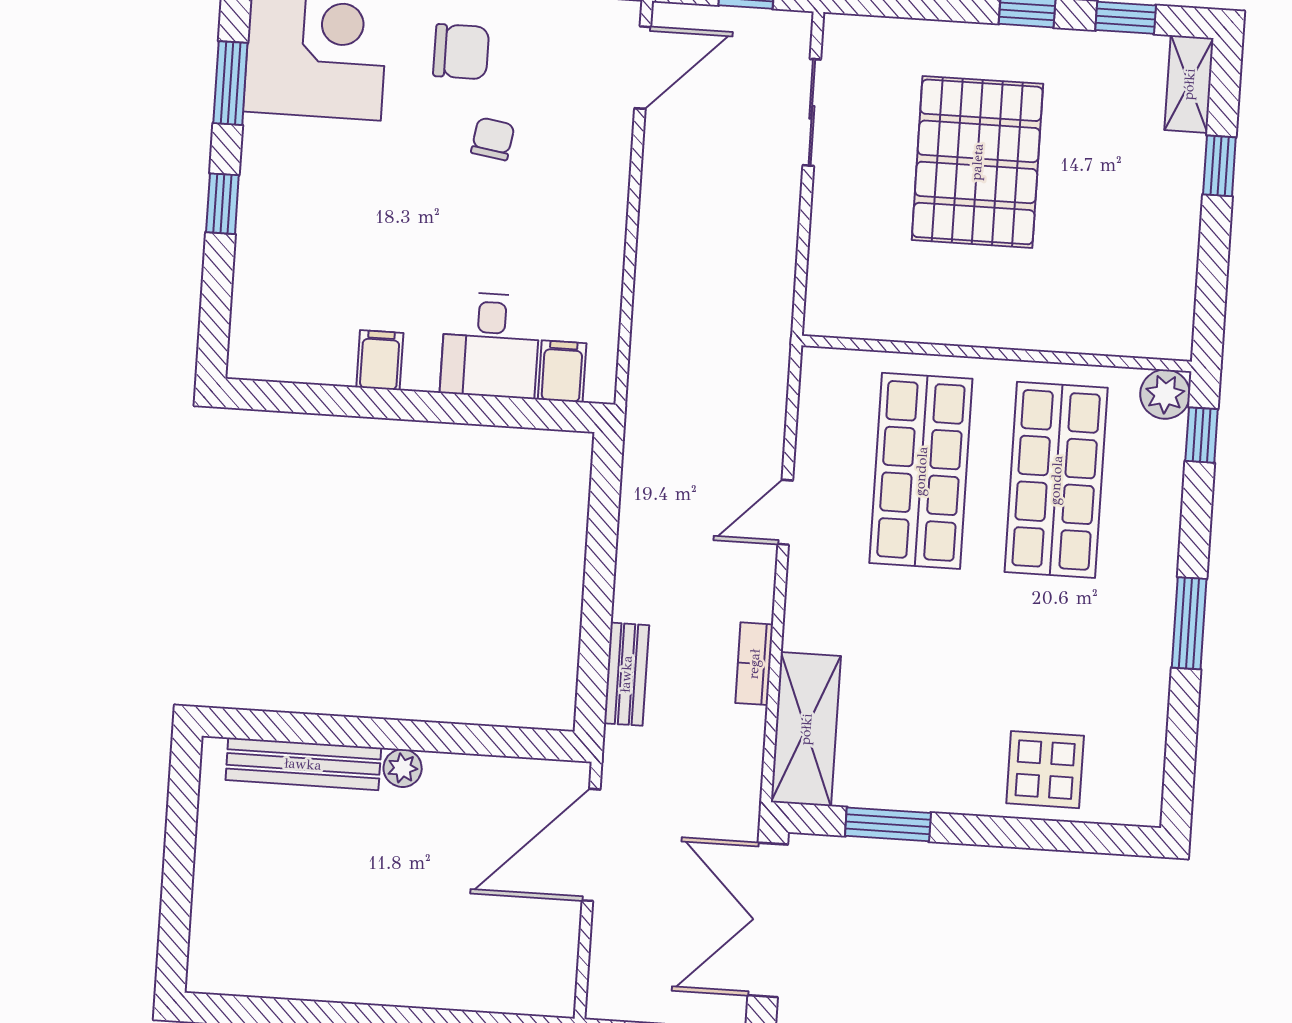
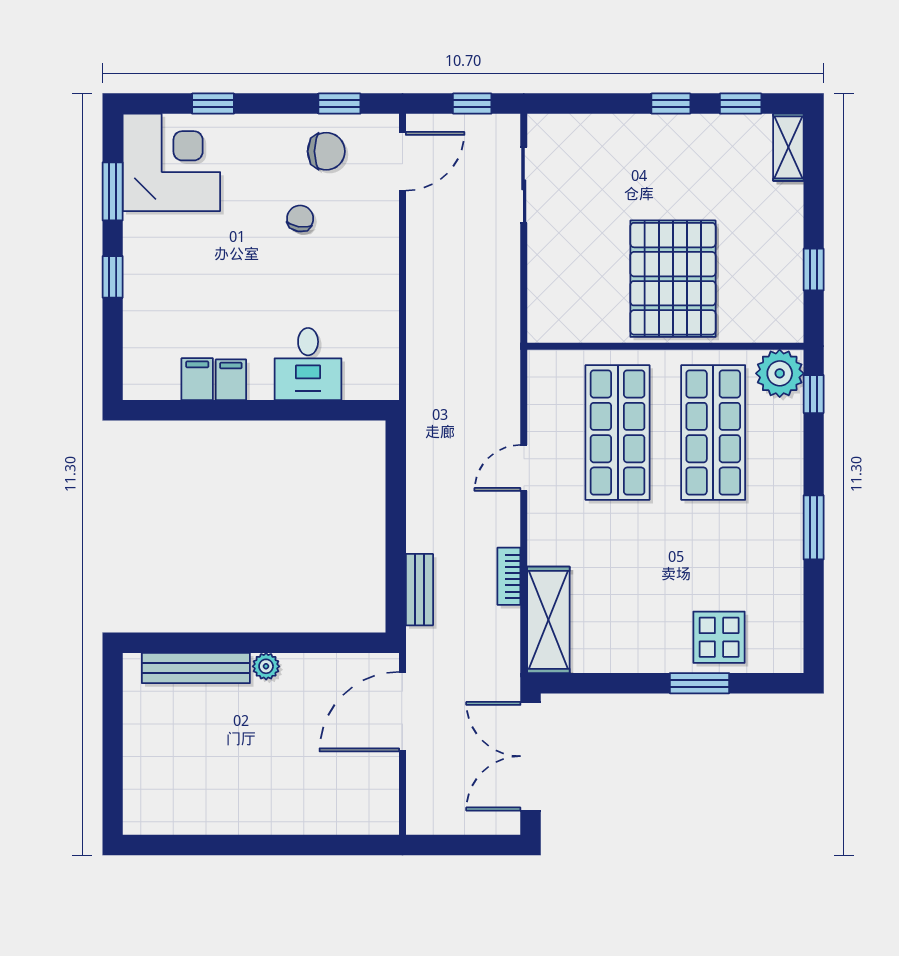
chair: (461, 52) -> (326, 151), moved
pallet: (977, 162) -> (673, 279), moved
window: (1219, 166) -> (814, 270), moved
filing cabinet: (562, 371) -> (197, 379), moved
plant: (1165, 394) -> (780, 373), width x1.36, depth x1.36
window: (888, 824) -> (699, 683), moved

